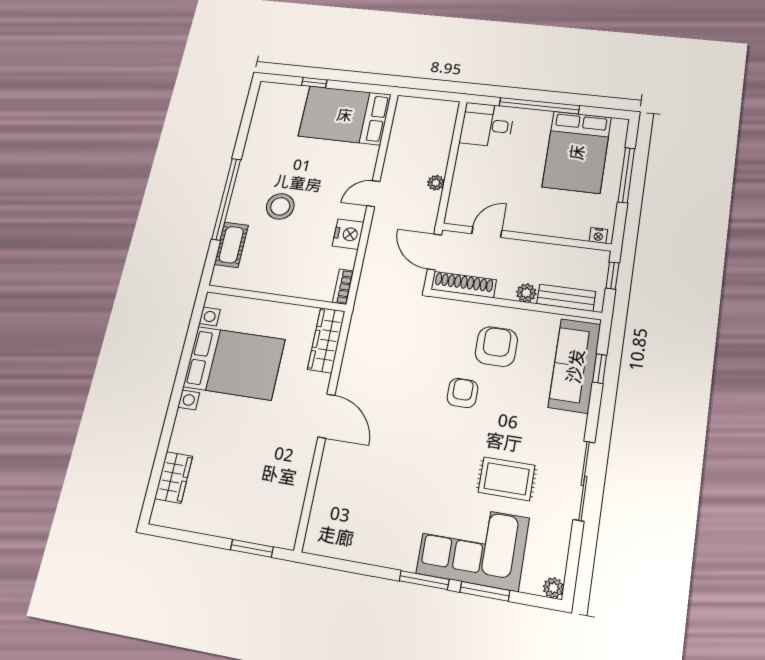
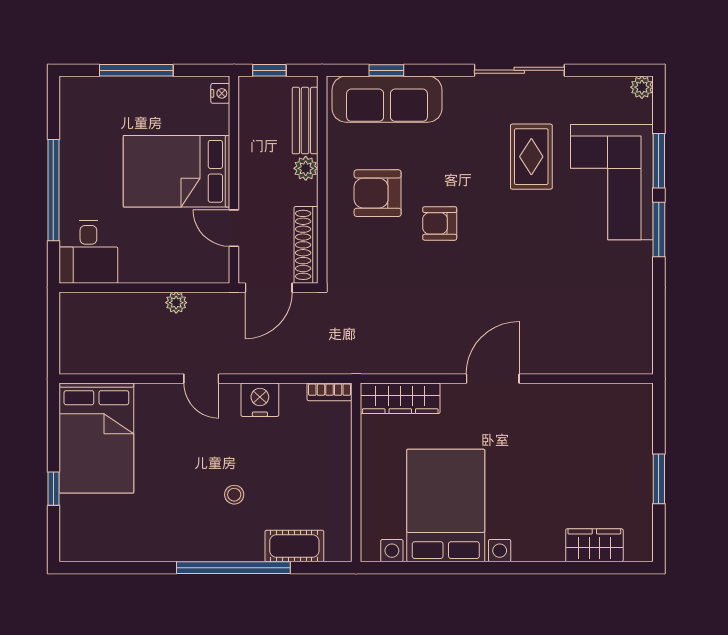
bed: (577, 152) -> (177, 171), moved, turned 180
stool: (280, 206) -> (234, 495), width x0.53, depth x0.53
window: (252, 548) -> (659, 479), moved

